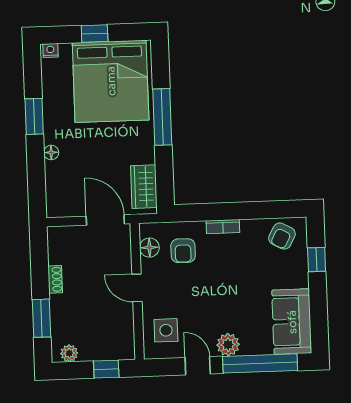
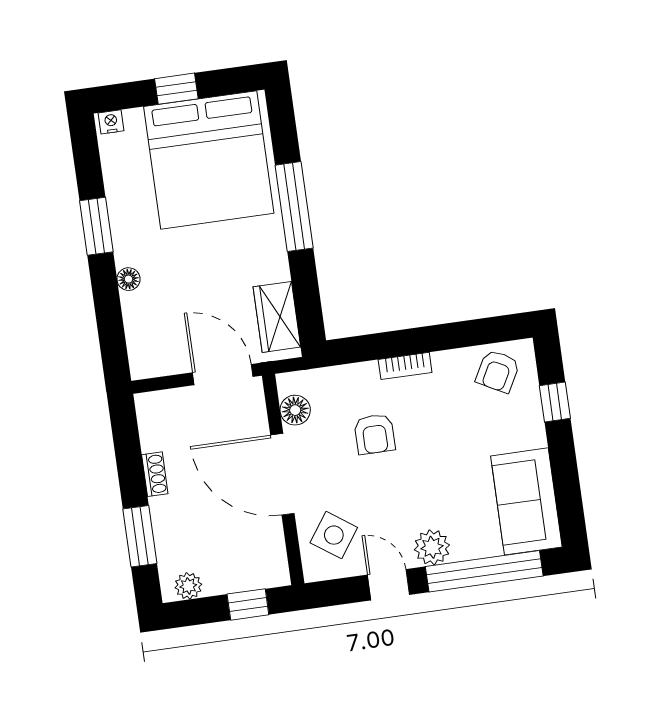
armchair: (183, 251) -> (375, 434), moved
door: (137, 288) -> (282, 474), width x1.88
side table: (166, 330) -> (334, 535), turned 35

